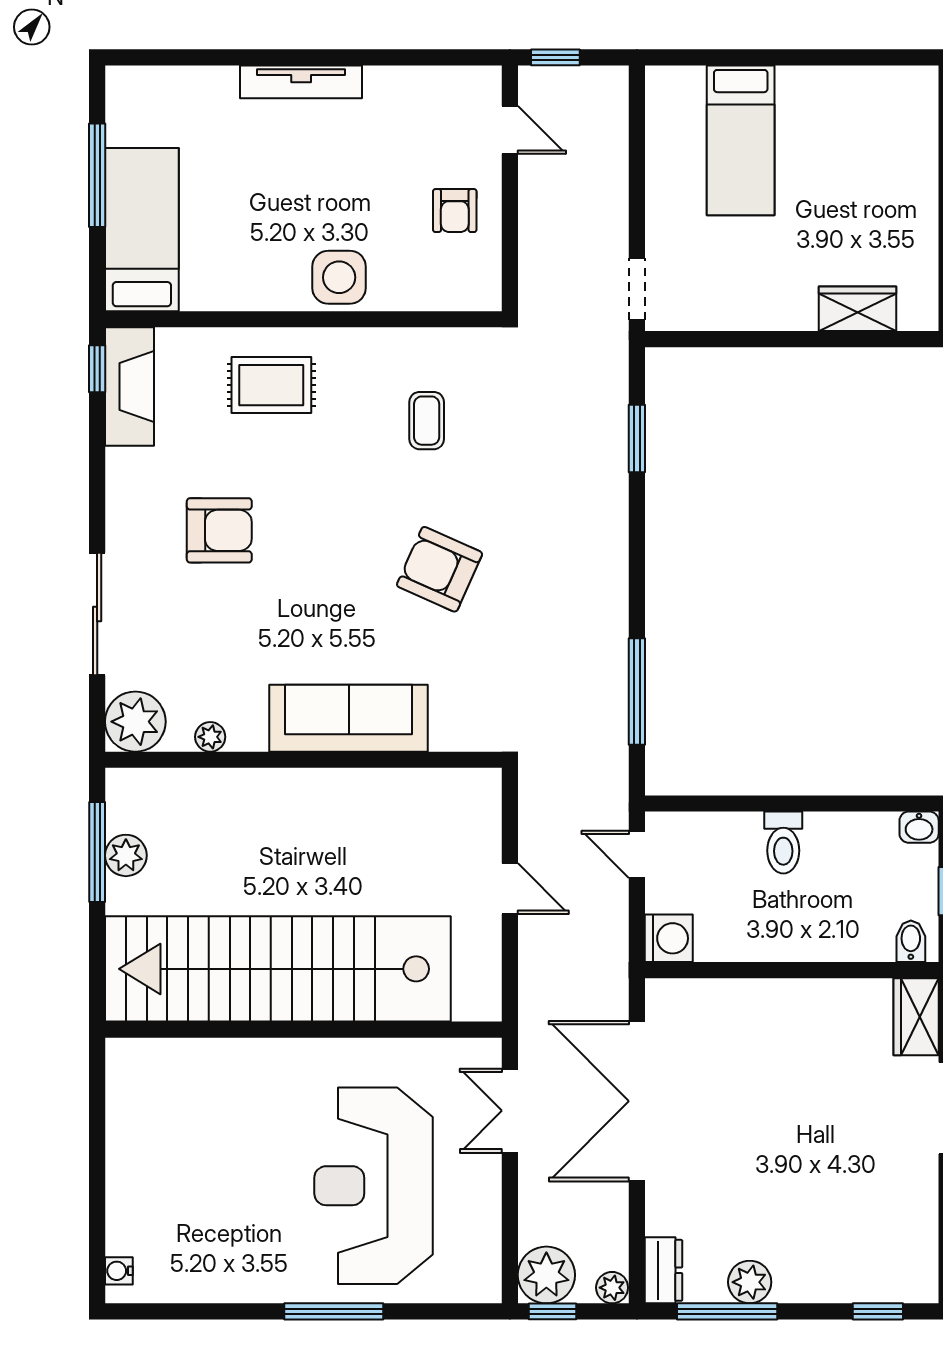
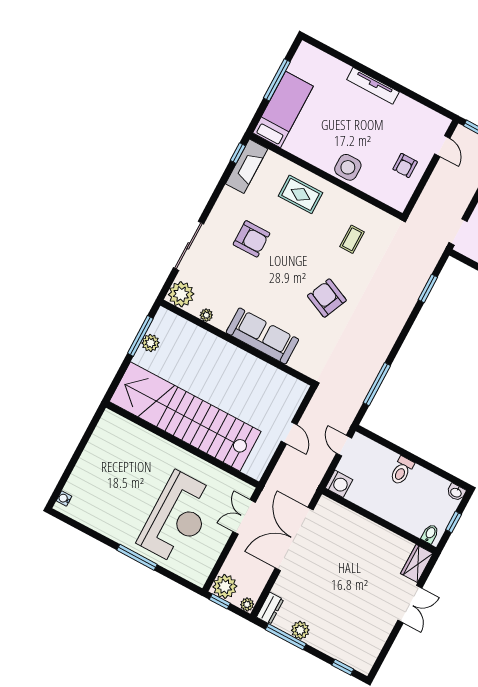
reception desk: (374, 1186) -> (177, 518), turned 180

